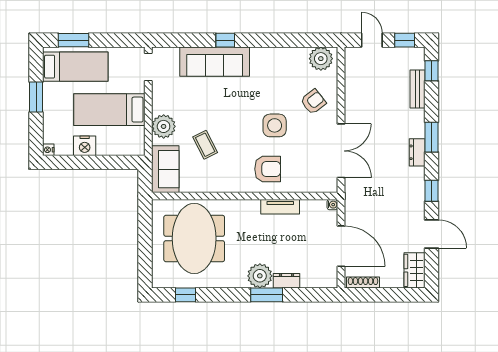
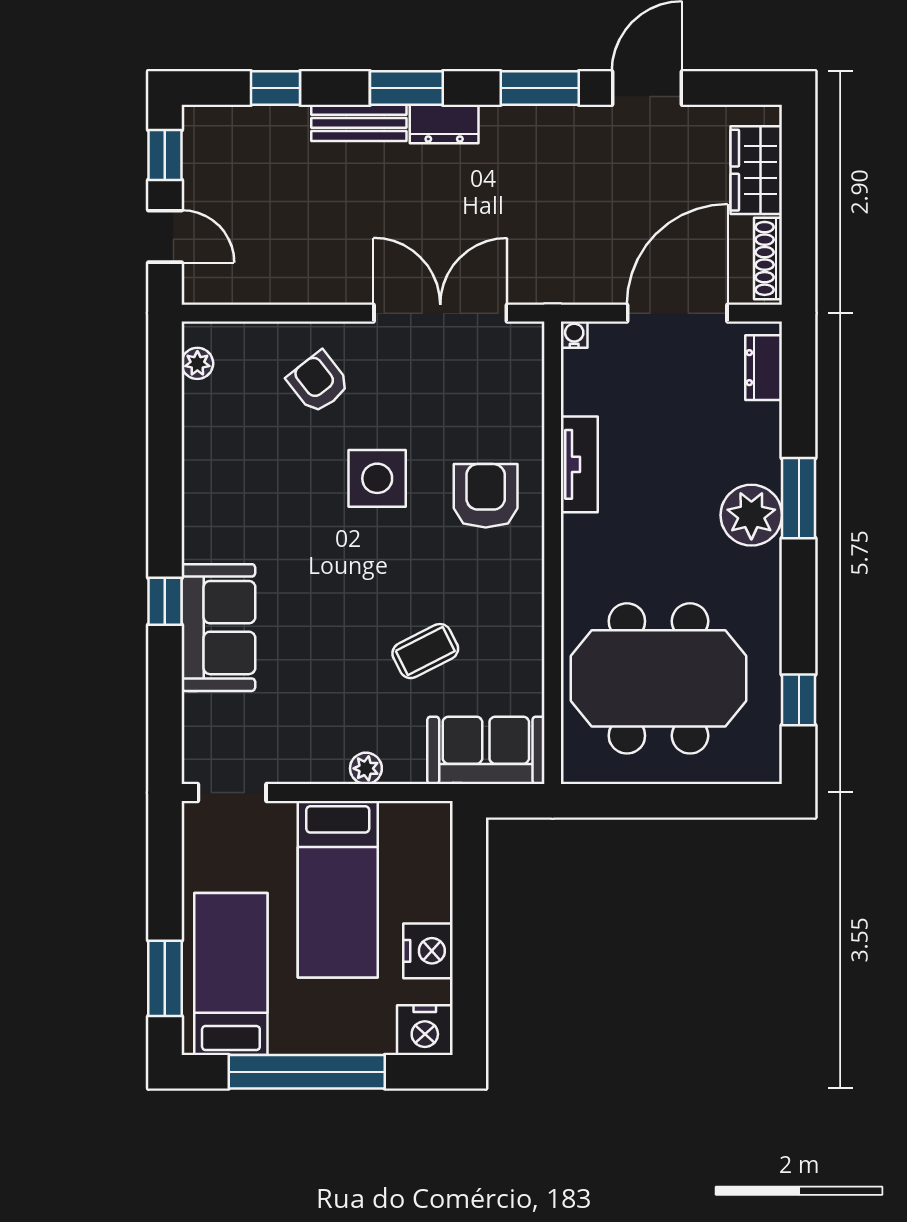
door: (372, 40) -> (165, 236), swing flipped
plant: (321, 59) -> (197, 363), width x0.53, depth x0.53
sofa: (215, 62) -> (218, 628), width x0.73
window: (432, 71) -> (275, 88), moved
bench: (418, 89) -> (359, 123), moved
window: (36, 97) -> (307, 1072), width x2.11
plant: (164, 126) -> (366, 768), width x0.53, depth x0.53
nightstand: (48, 150) -> (425, 1030), width x1.89, depth x1.79
window: (432, 191) -> (540, 88), width x1.50
wardrobe: (415, 270) -> (756, 170), moved, turned 90
dresser: (287, 281) -> (764, 368), moved

